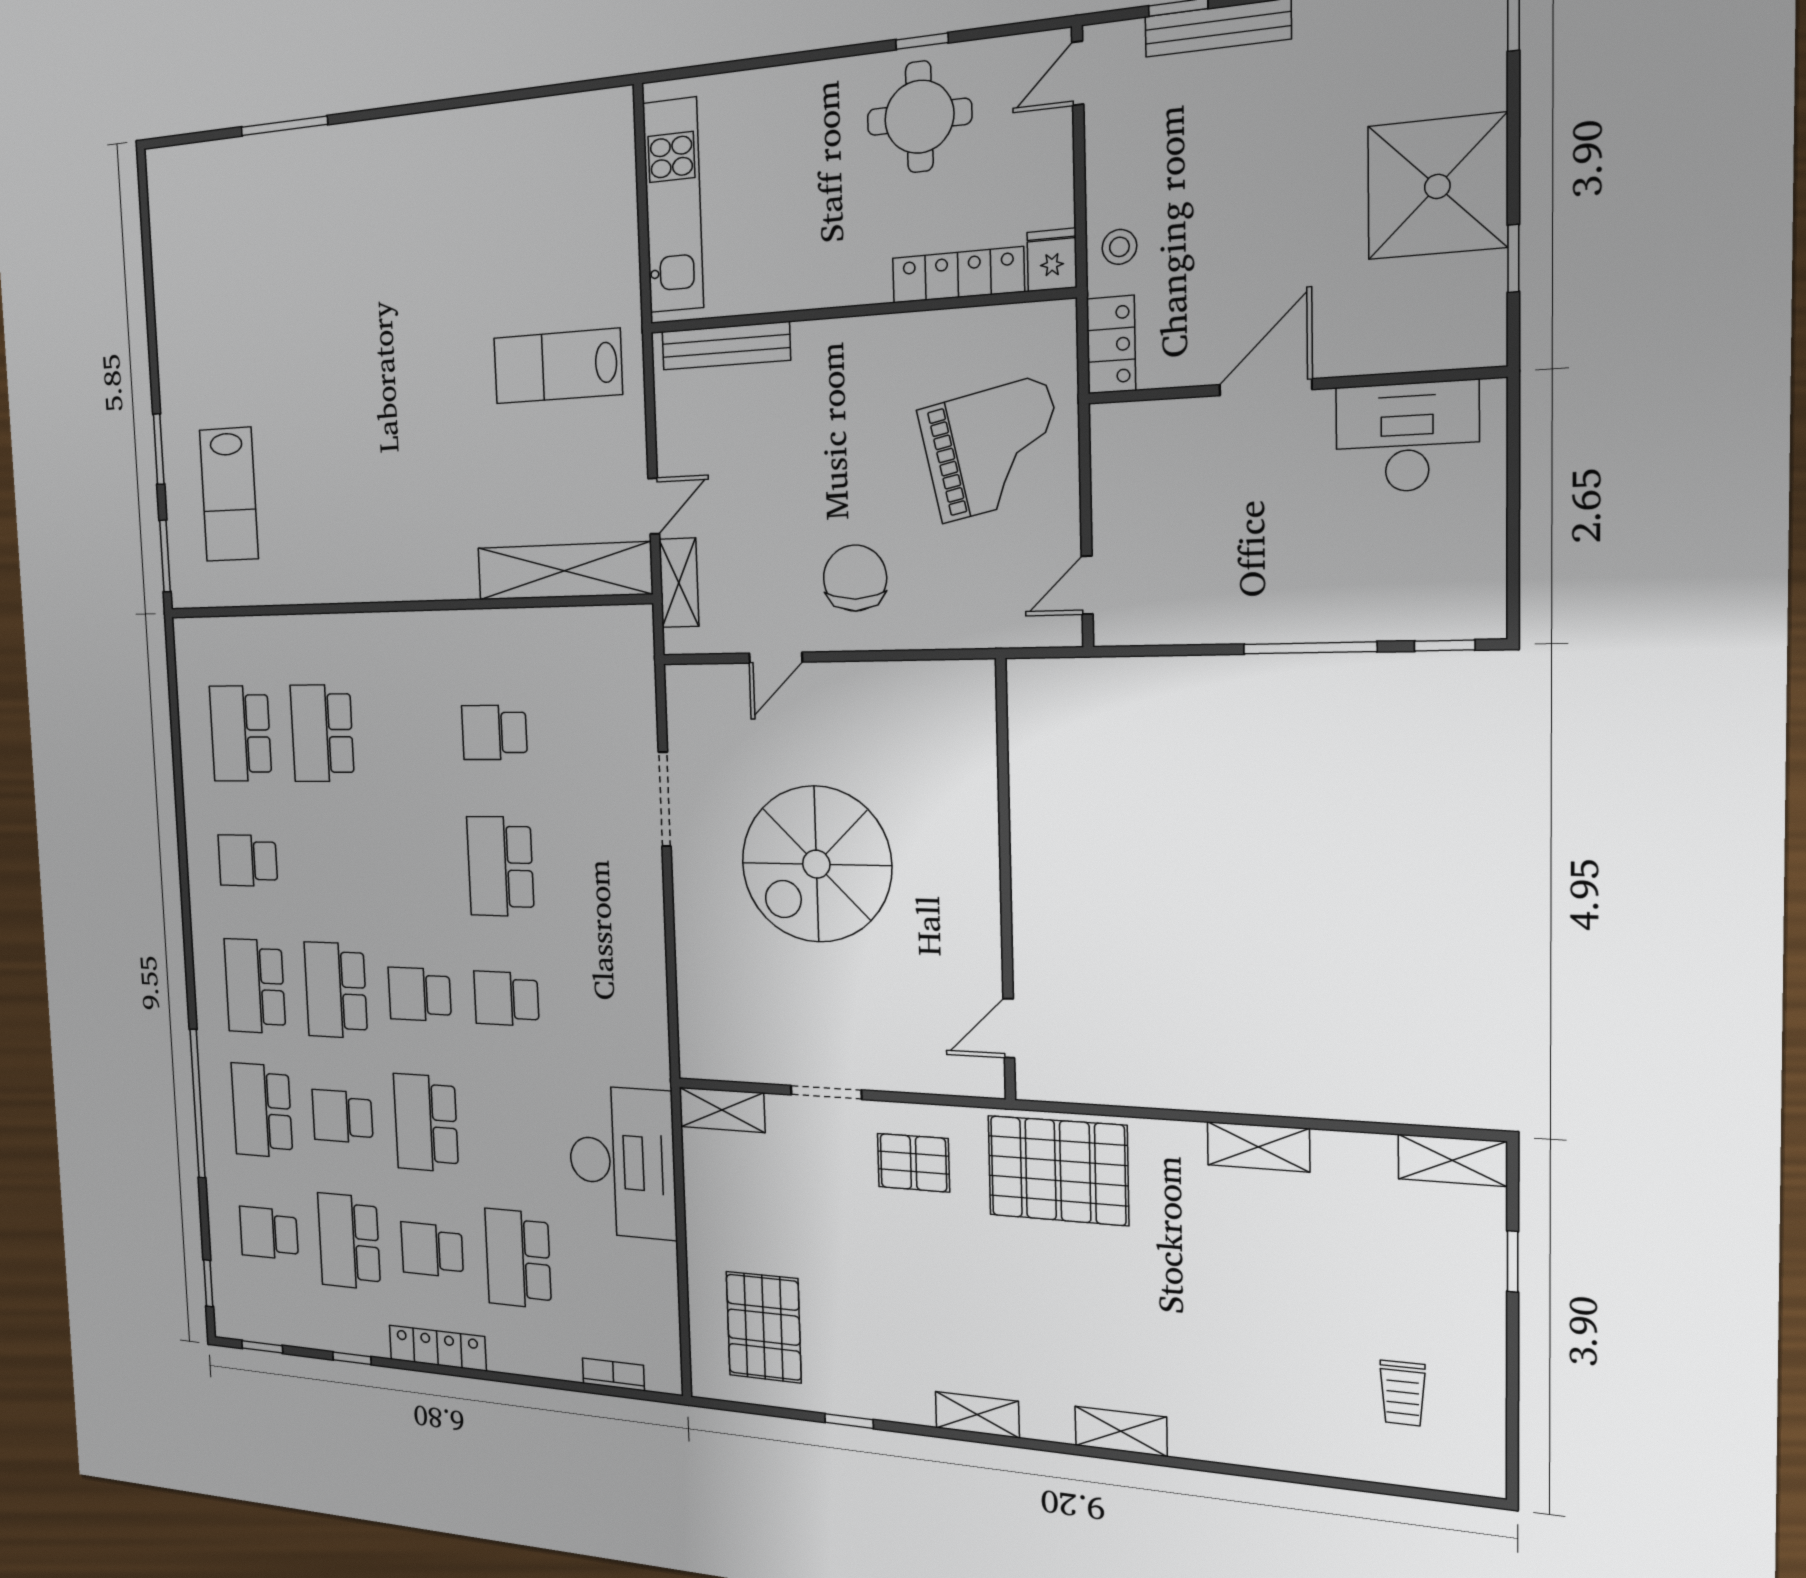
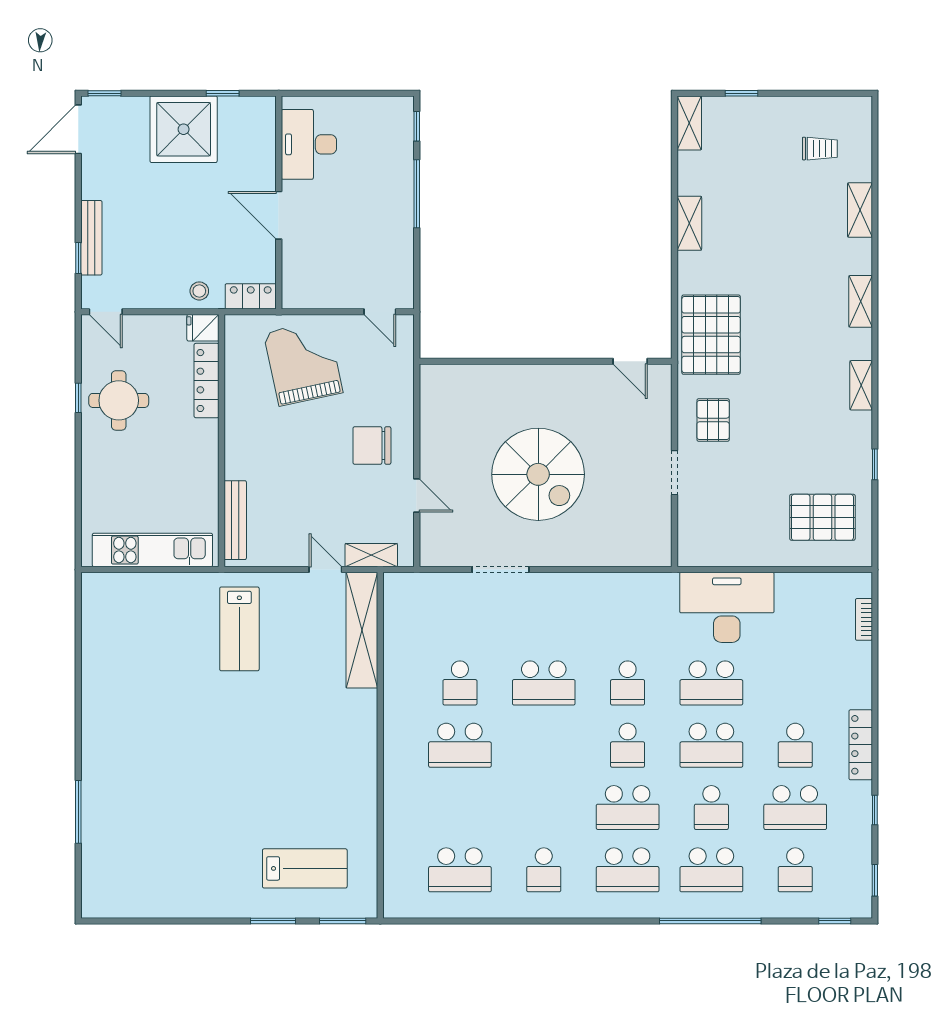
school desk: (322, 733) -> (460, 745), moved
shelving: (722, 1110) -> (860, 210), moved
school desk: (518, 1259) -> (711, 683), moved

